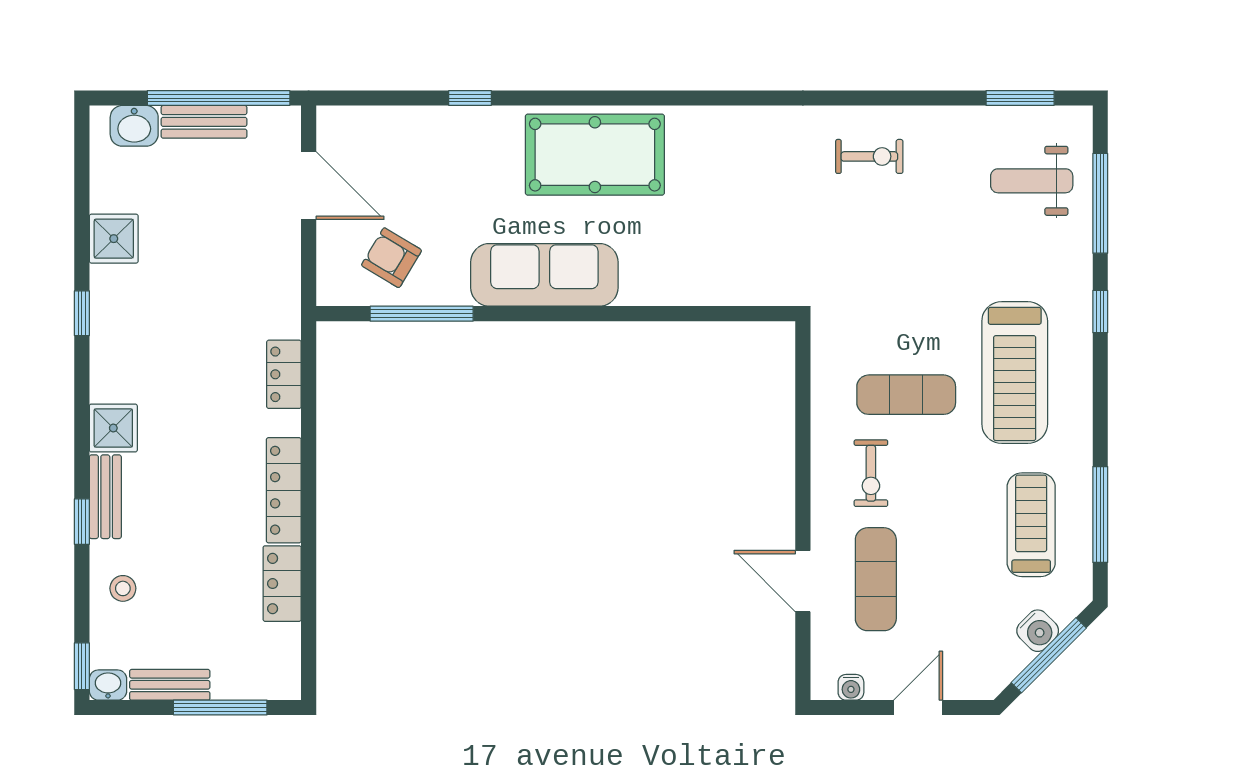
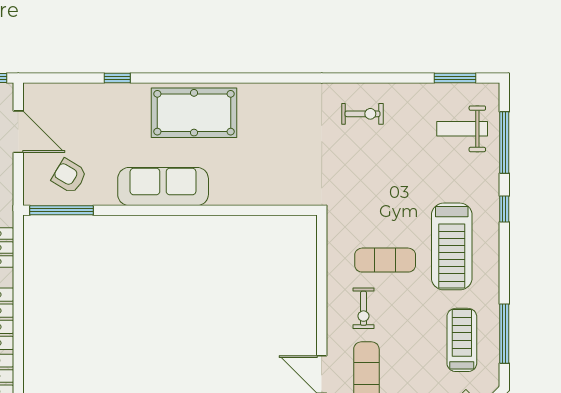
window: (422, 314) -> (62, 210), moved

